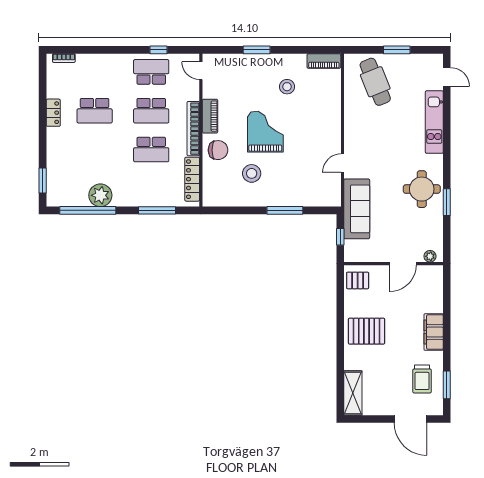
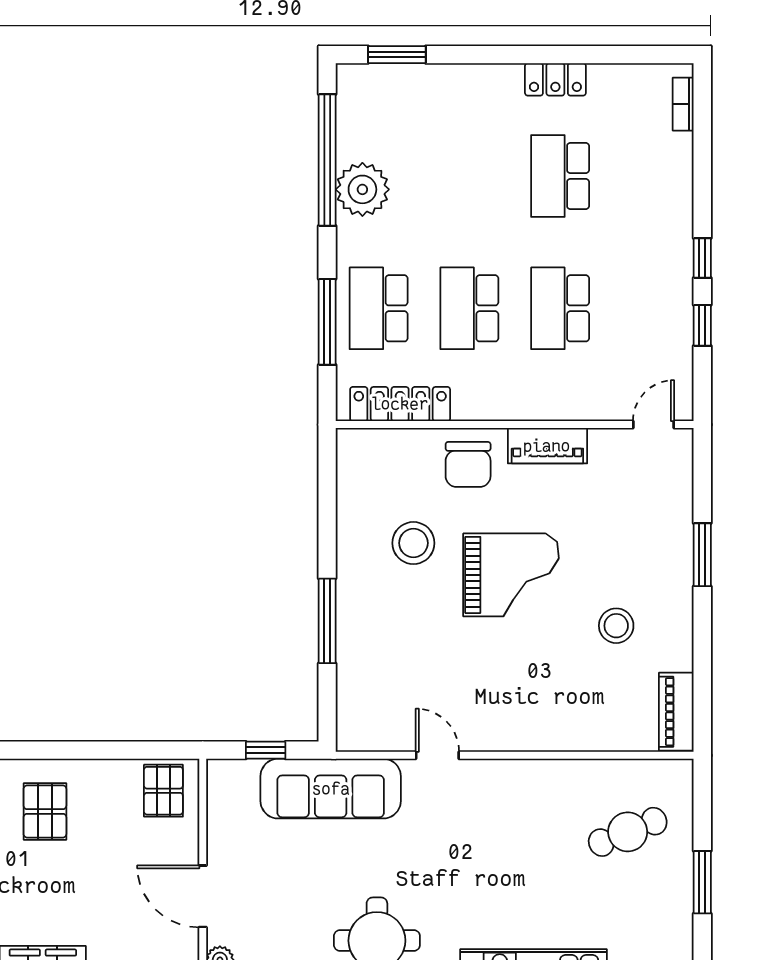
window: (130, 50) -> (702, 258), added
school desk: (151, 72) -> (379, 308), moved, turned 180
cafe table: (375, 82) -> (628, 832), width x0.73, depth x0.74
bookcase: (193, 129) -> (518, 407), removed
pallet: (367, 331) -> (45, 811), width x0.67, depth x0.71

